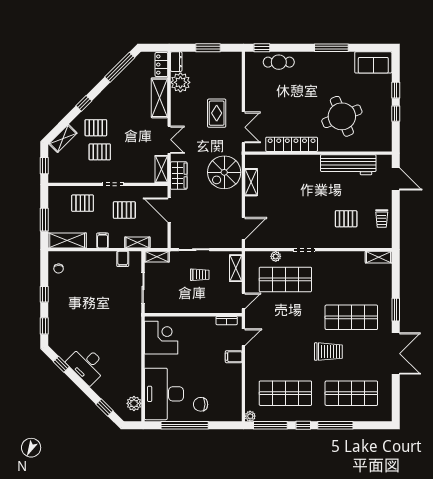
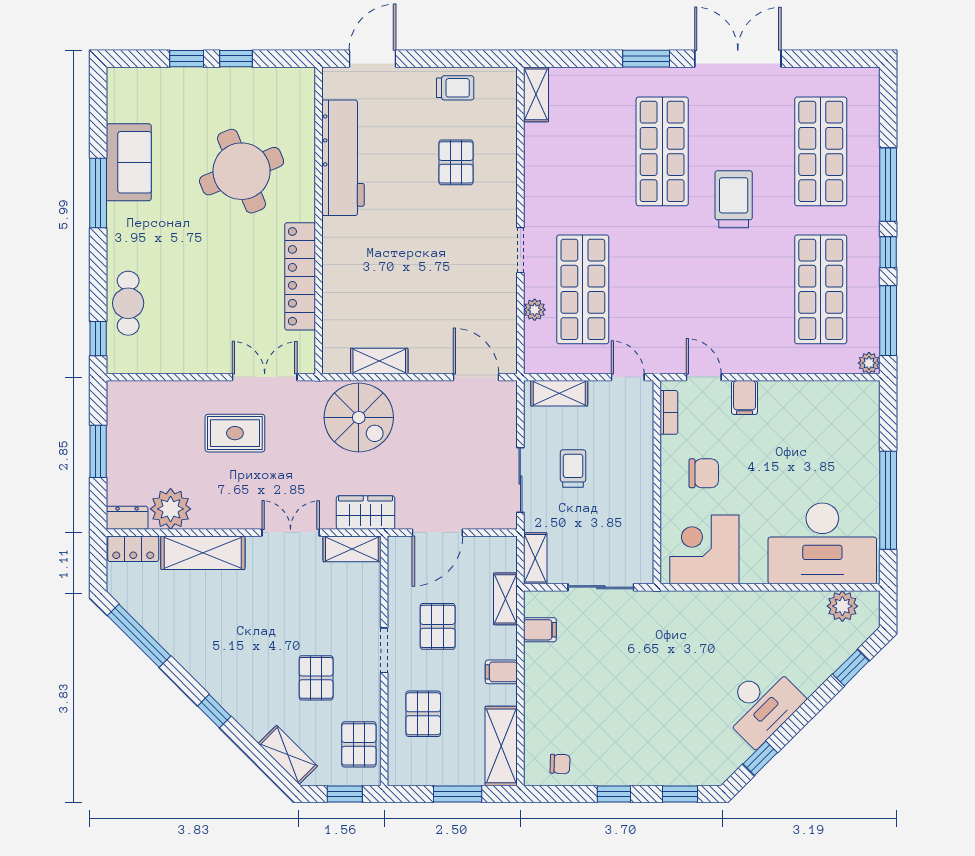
sofa: (373, 62) -> (129, 162), moved
pallet: (96, 128) -> (359, 744), moved
chair: (201, 404) -> (704, 473), moved, turned -90

